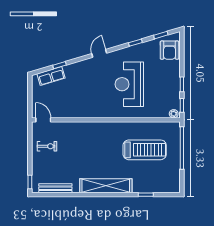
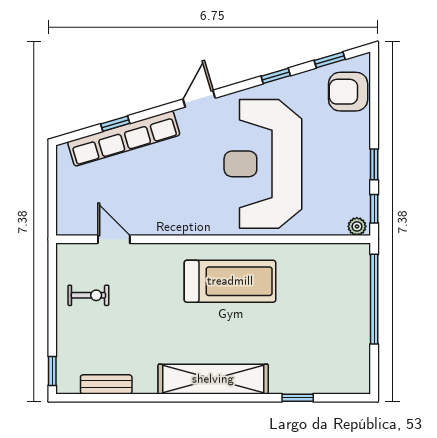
armchair: (170, 50) -> (348, 92), turned 90
row of seats: (51, 76) -> (124, 138), width x2.02
reception desk: (129, 84) -> (263, 164), width x1.36, depth x1.30
door: (43, 120) -> (114, 239), moved
treadmill: (145, 150) -> (230, 281), moved
bench: (55, 188) -> (106, 384), width x0.73

